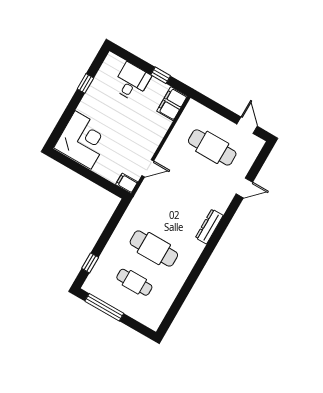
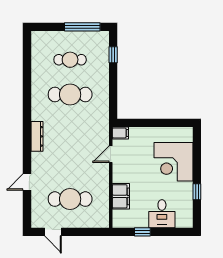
filing cabinet: (172, 104) -> (121, 196), moved
corner desk: (83, 140) -> (174, 162), moved

